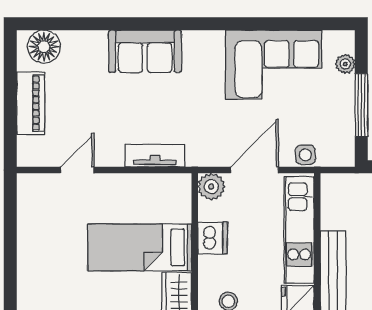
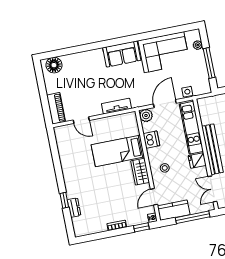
sofa: (145, 51) -> (122, 54), moved
piano: (31, 103) -> (56, 108), moved
door: (77, 170) -> (81, 120), swing flipped

